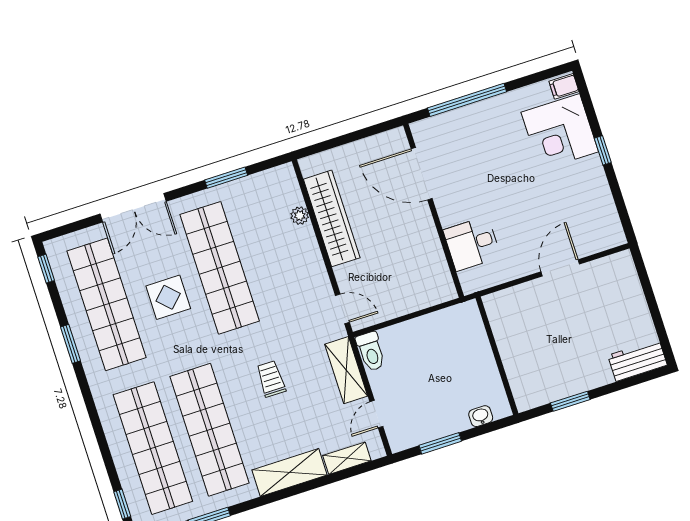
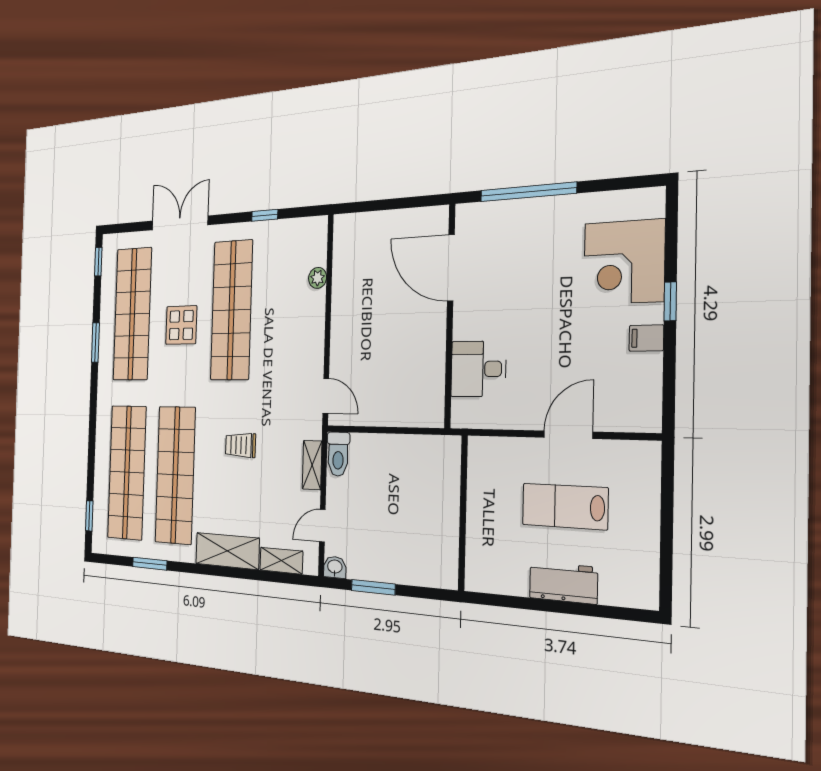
filing cabinet: (564, 86) -> (646, 338), moved
window: (226, 178) -> (265, 215), width x0.67
double door: (133, 208) -> (180, 223), swing flipped
wardrobe: (332, 218) -> (346, 291), removed
lab bench: (575, 320) -> (565, 506), added
workbench: (637, 360) -> (563, 583), moved
shelving: (346, 370) -> (312, 465), width x0.67, depth x0.75
trolley: (271, 379) -> (240, 445), turned -90
window: (570, 401) -> (526, 603), removed
washbasin: (481, 416) -> (335, 567), moved

